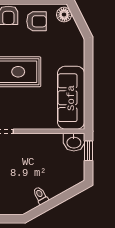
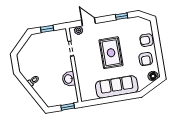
sofa: (71, 98) -> (117, 87), moved
washbasin: (74, 142) -> (69, 79), moved

